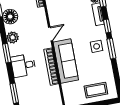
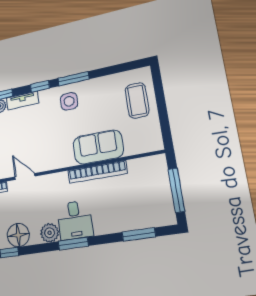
door: (50, 34) -> (25, 176), moved
sofa: (66, 61) -> (98, 147), width x0.73
desk: (23, 65) -> (75, 220), moved

